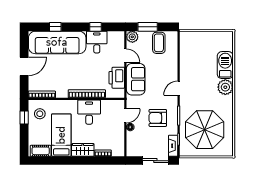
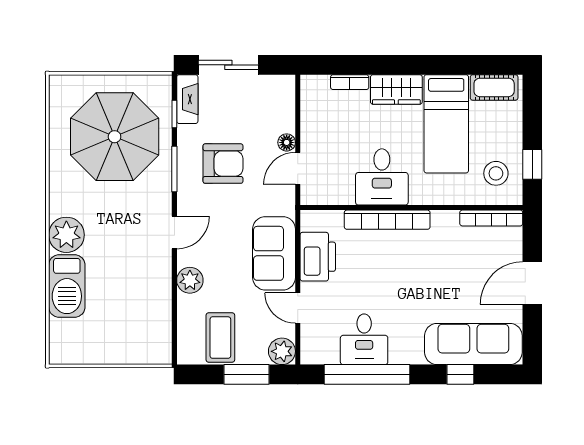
window: (96, 27) -> (367, 374), width x3.17
sofa: (57, 42) -> (473, 344), width x0.74, depth x0.79
plant: (172, 68) -> (190, 280), added

